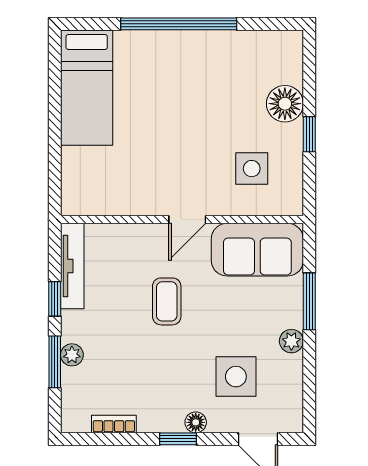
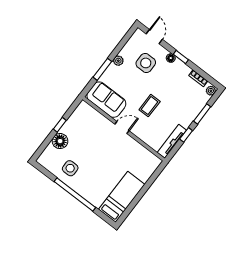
side table: (252, 169) -> (70, 168), moved
plant: (72, 355) -> (211, 91), moved

